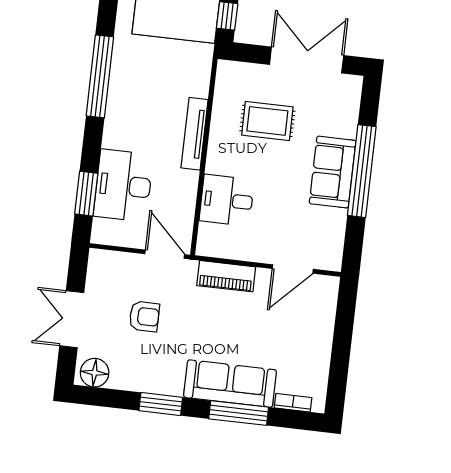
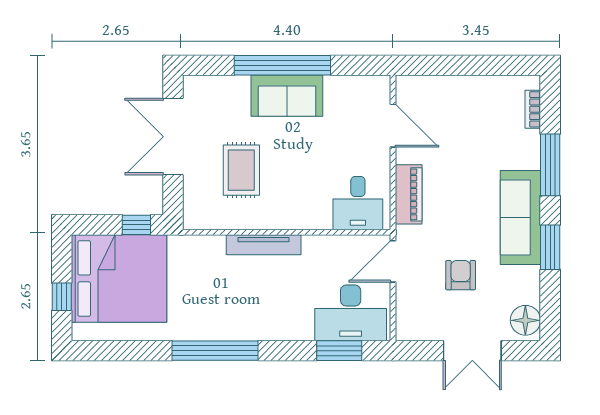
desk: (123, 185) -> (351, 313), moved
desk: (227, 200) -> (358, 203), moved
sofa: (230, 384) -> (520, 218), moved

